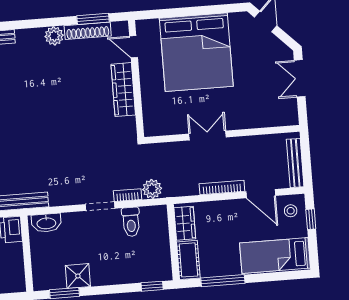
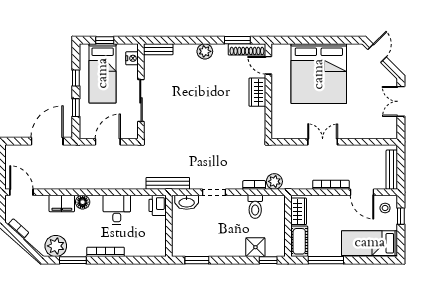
shoe rack: (88, 31) -> (247, 49), moved
wardrobe: (123, 90) -> (257, 92), width x0.67
doorway: (100, 206) -> (214, 192), moved
shower: (78, 276) -> (255, 247), moved

